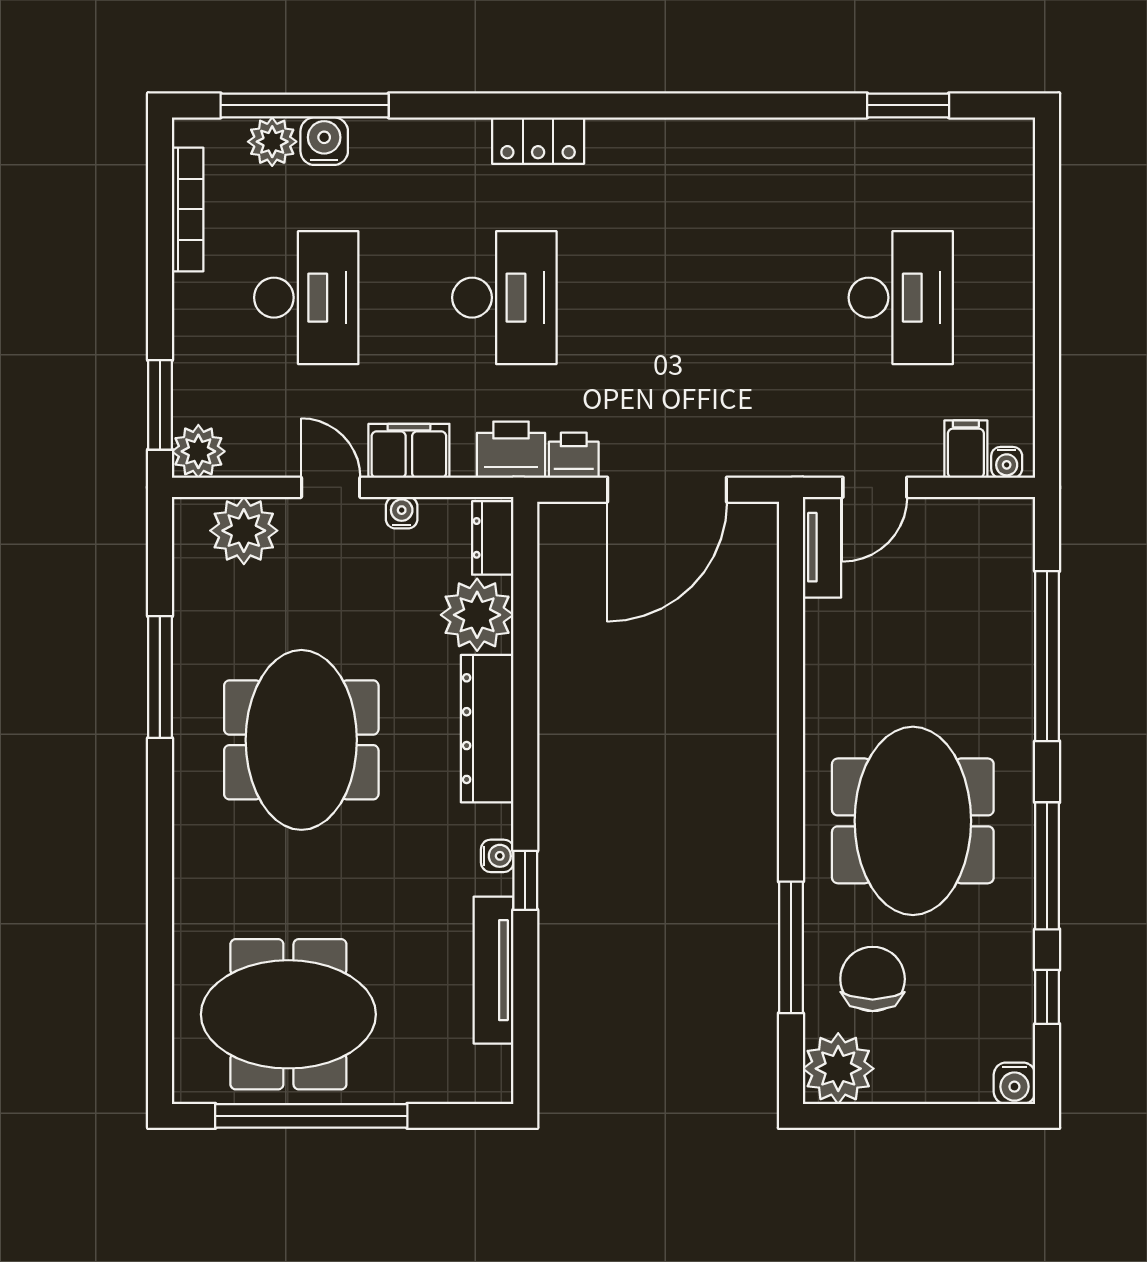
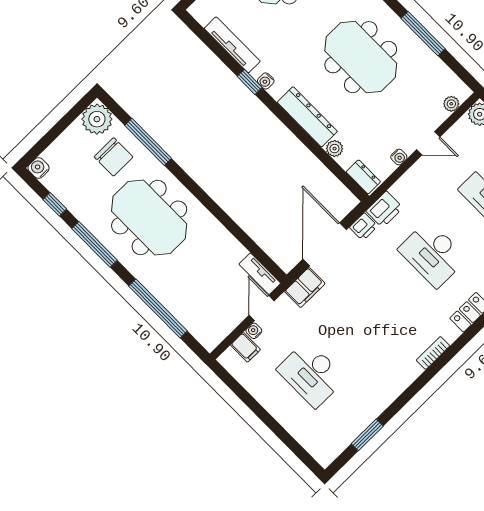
bookcase: (665, 133) -> (433, 353), added
filing cabinet: (409, 451) -> (305, 288), moved
water cooler: (1007, 462) -> (254, 331), moved
plant: (244, 531) -> (451, 104), width x0.53, depth x0.53
plant: (477, 615) -> (335, 149), width x0.53, depth x0.53

